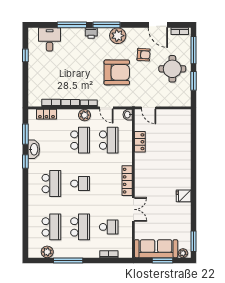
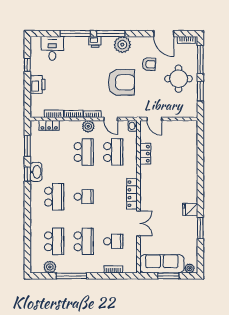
printer: (35, 75) -> (38, 85), added
washbasin: (34, 149) -> (36, 172), moved
window: (193, 241) -> (200, 228), moved

